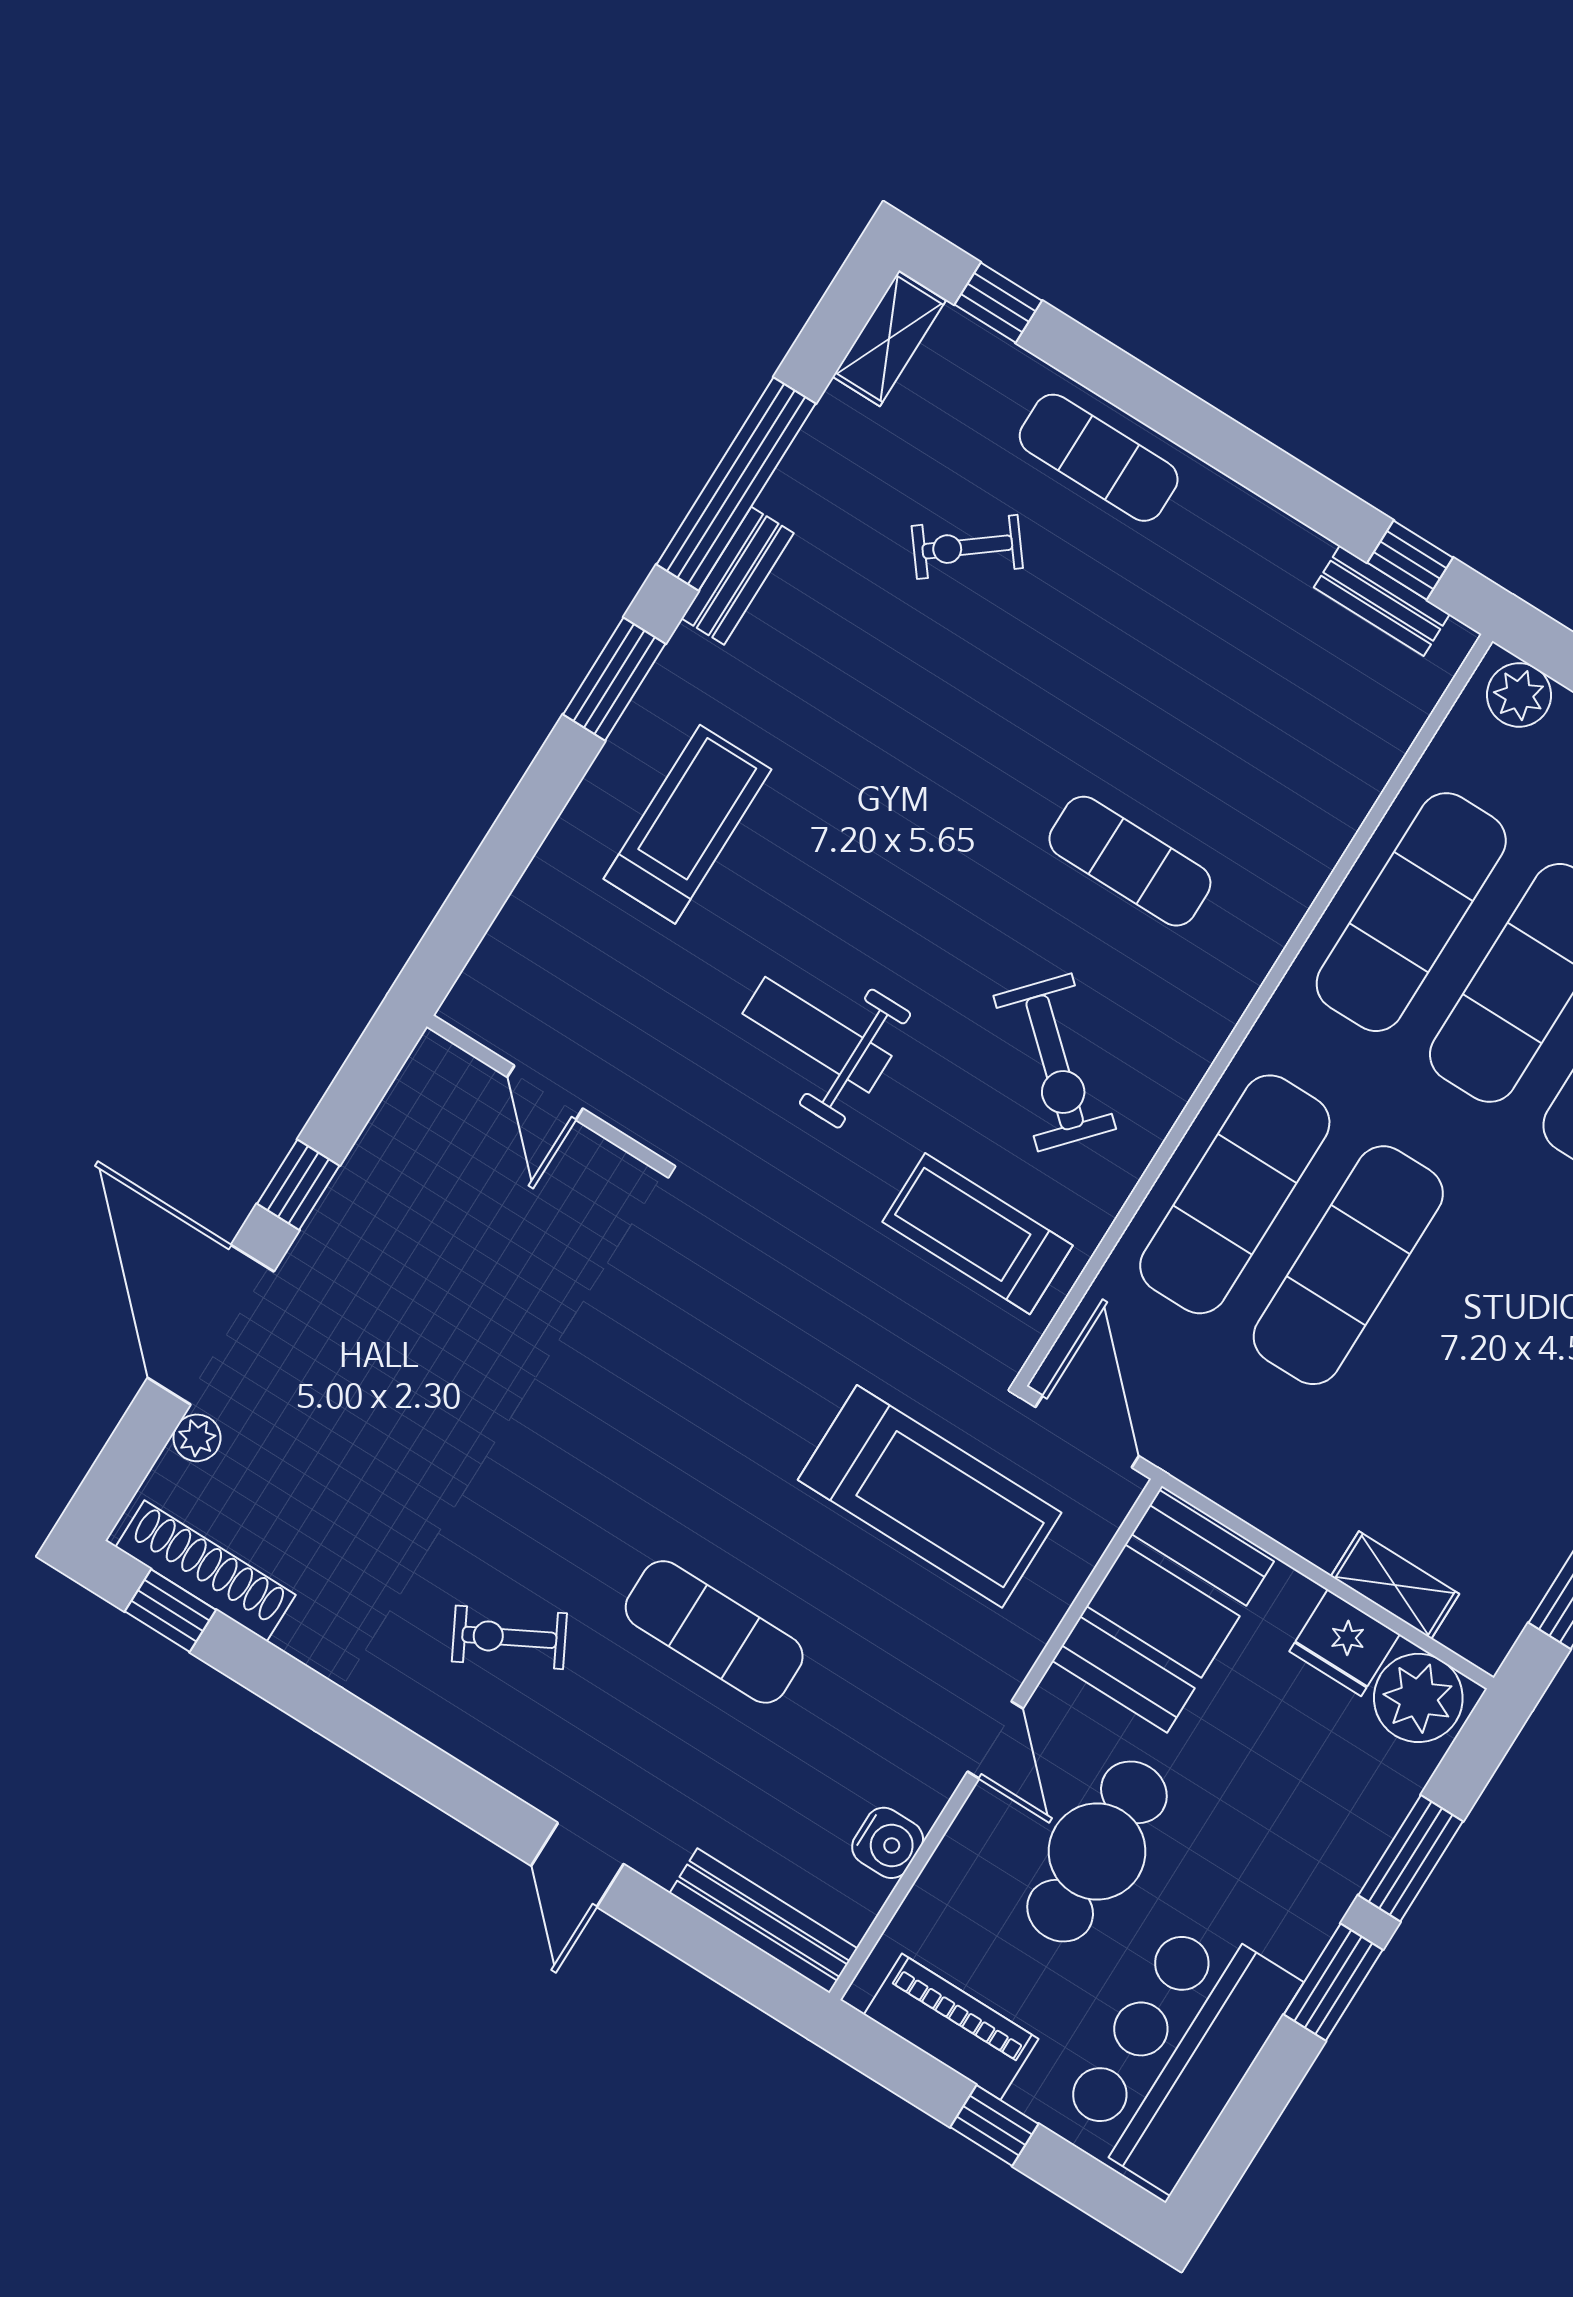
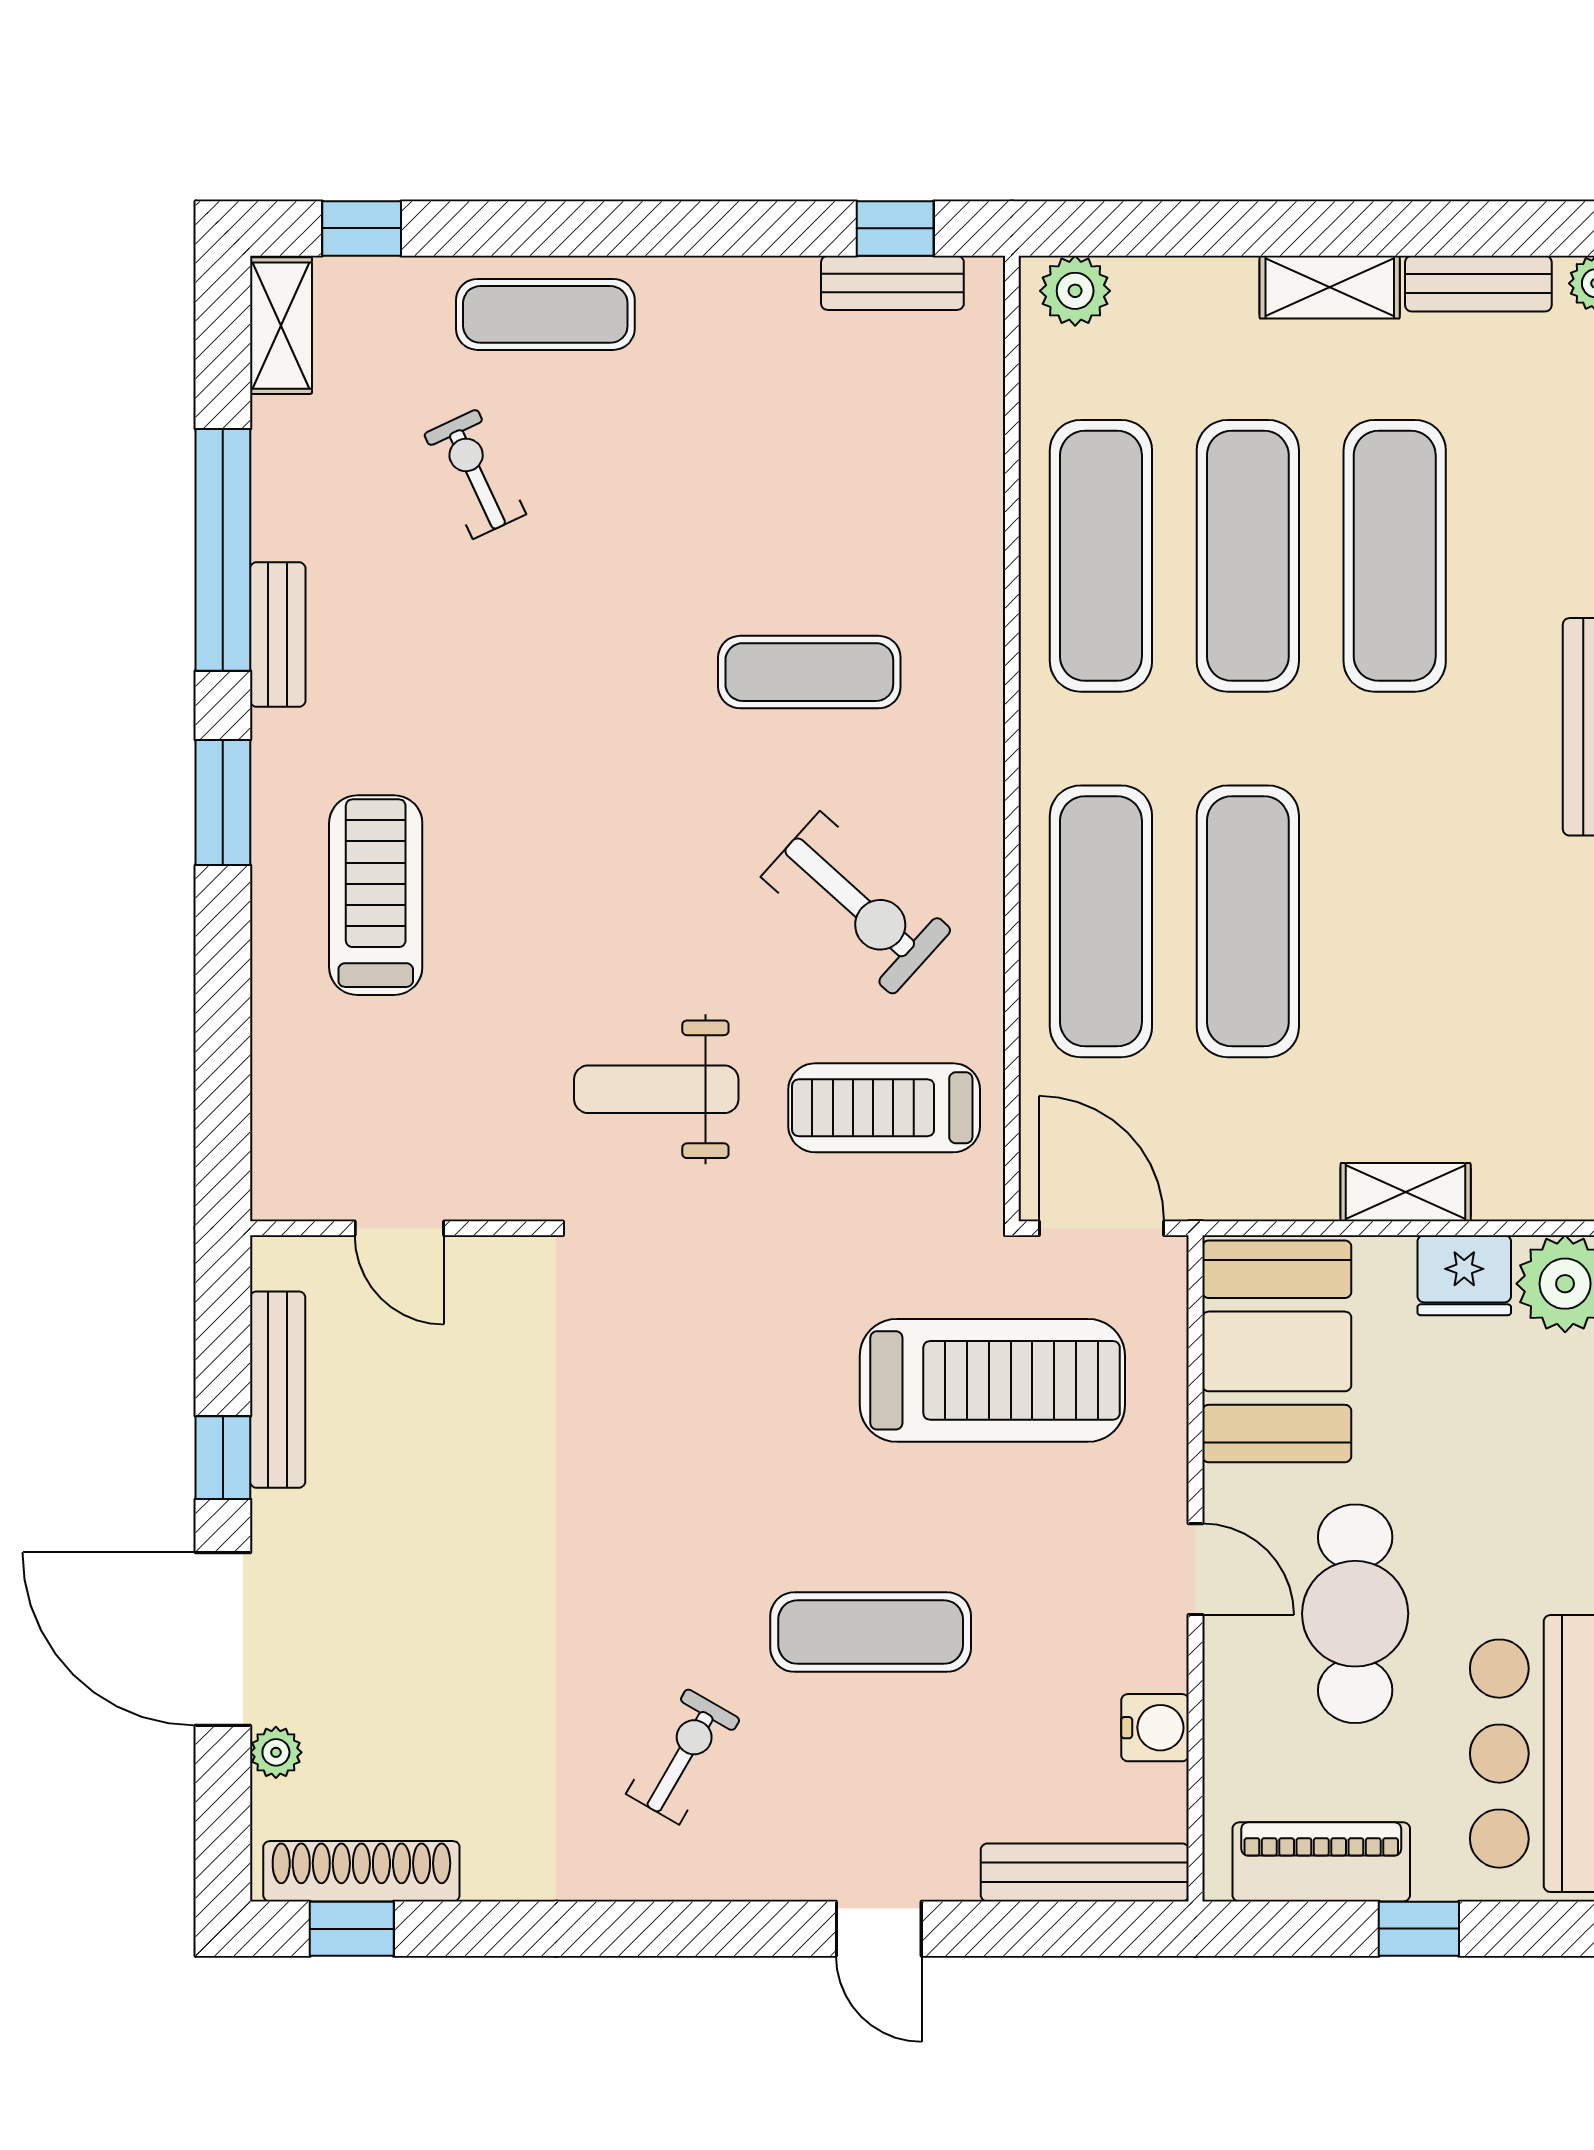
exercise bike: (967, 547) -> (475, 474), turned 103
weight bench: (817, 1035) -> (656, 1089), moved
bench: (373, 1159) -> (278, 1390), added
shelving: (1395, 1585) -> (1406, 1192), moved
exercise bike: (509, 1637) -> (683, 1756), turned 148

